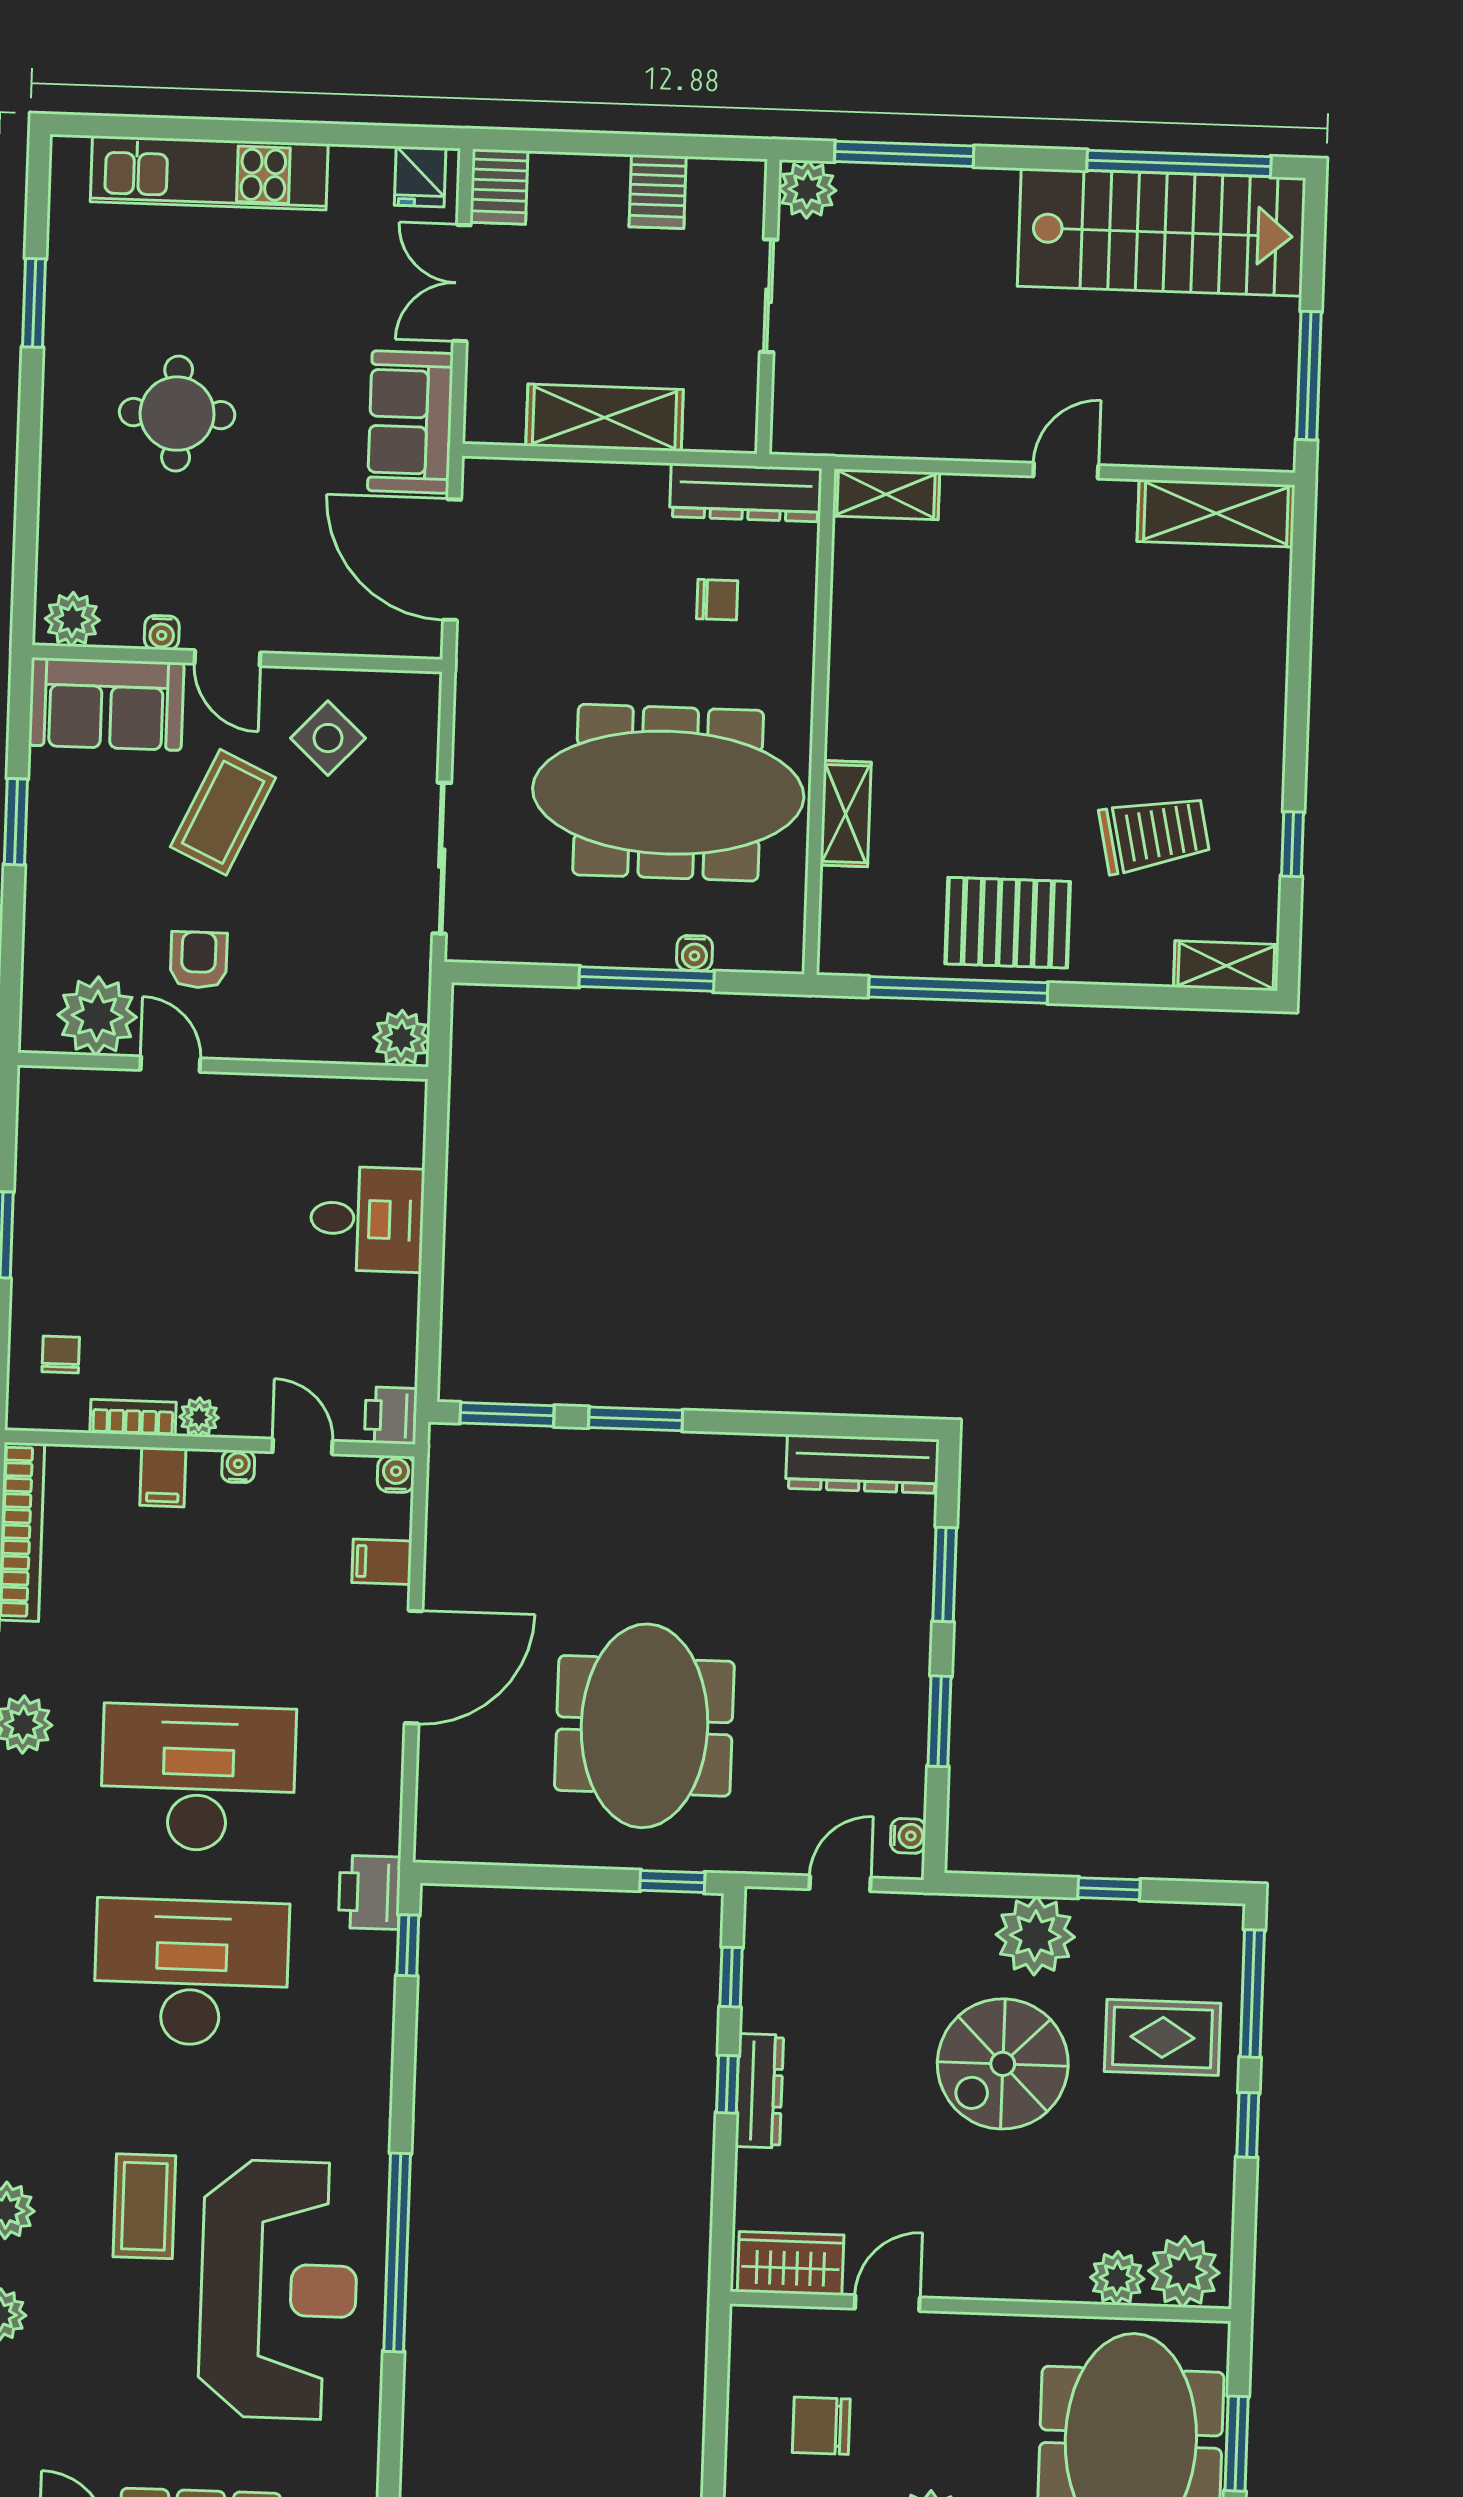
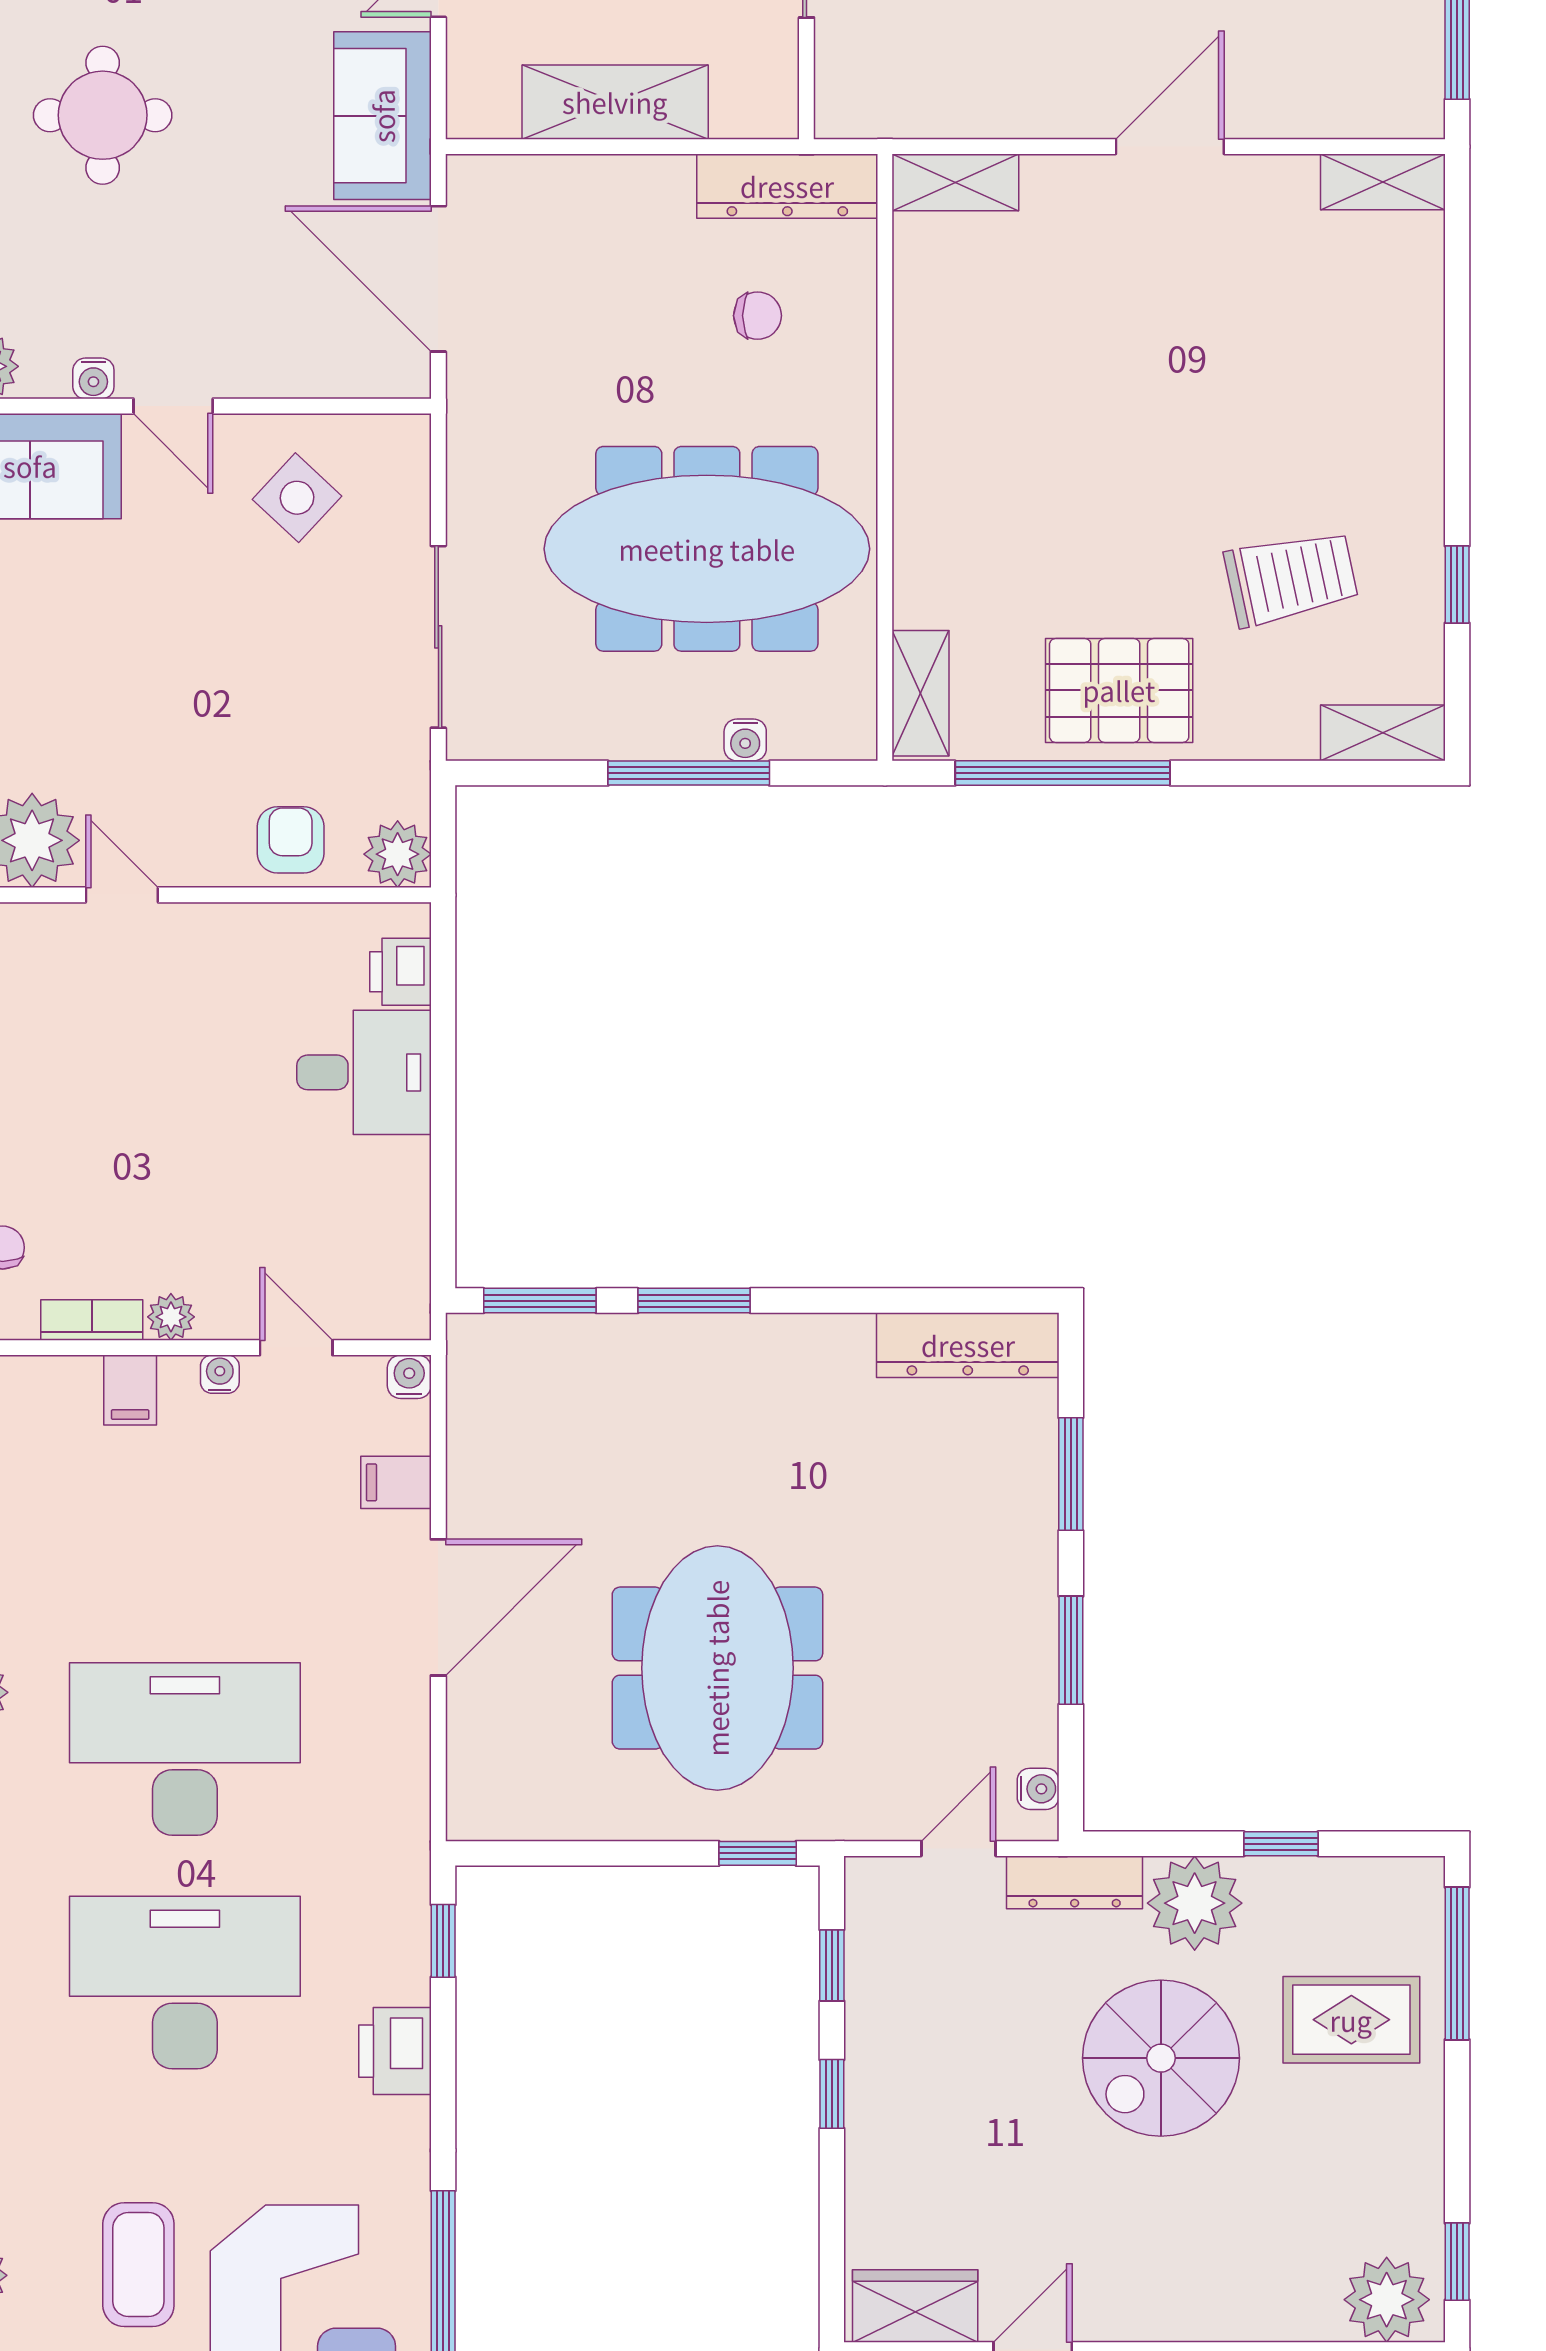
door: (1066, 471) -> (1170, 147), width x1.38
shelving: (1216, 513) -> (1383, 182), width x0.67, depth x0.75
coffee table: (223, 812) -> (174, 591), removed
shelving: (846, 814) -> (920, 693), moved
armchair: (199, 960) -> (291, 840), moved
printer: (391, 1416) -> (401, 972), moved
printer: (369, 1892) -> (395, 2051), moved
dresser: (759, 2091) -> (1075, 1882), moved, turned 90
window: (1248, 2125) -> (1457, 2262), moved
plant: (1117, 2278) -> (1307, 2310), removed

